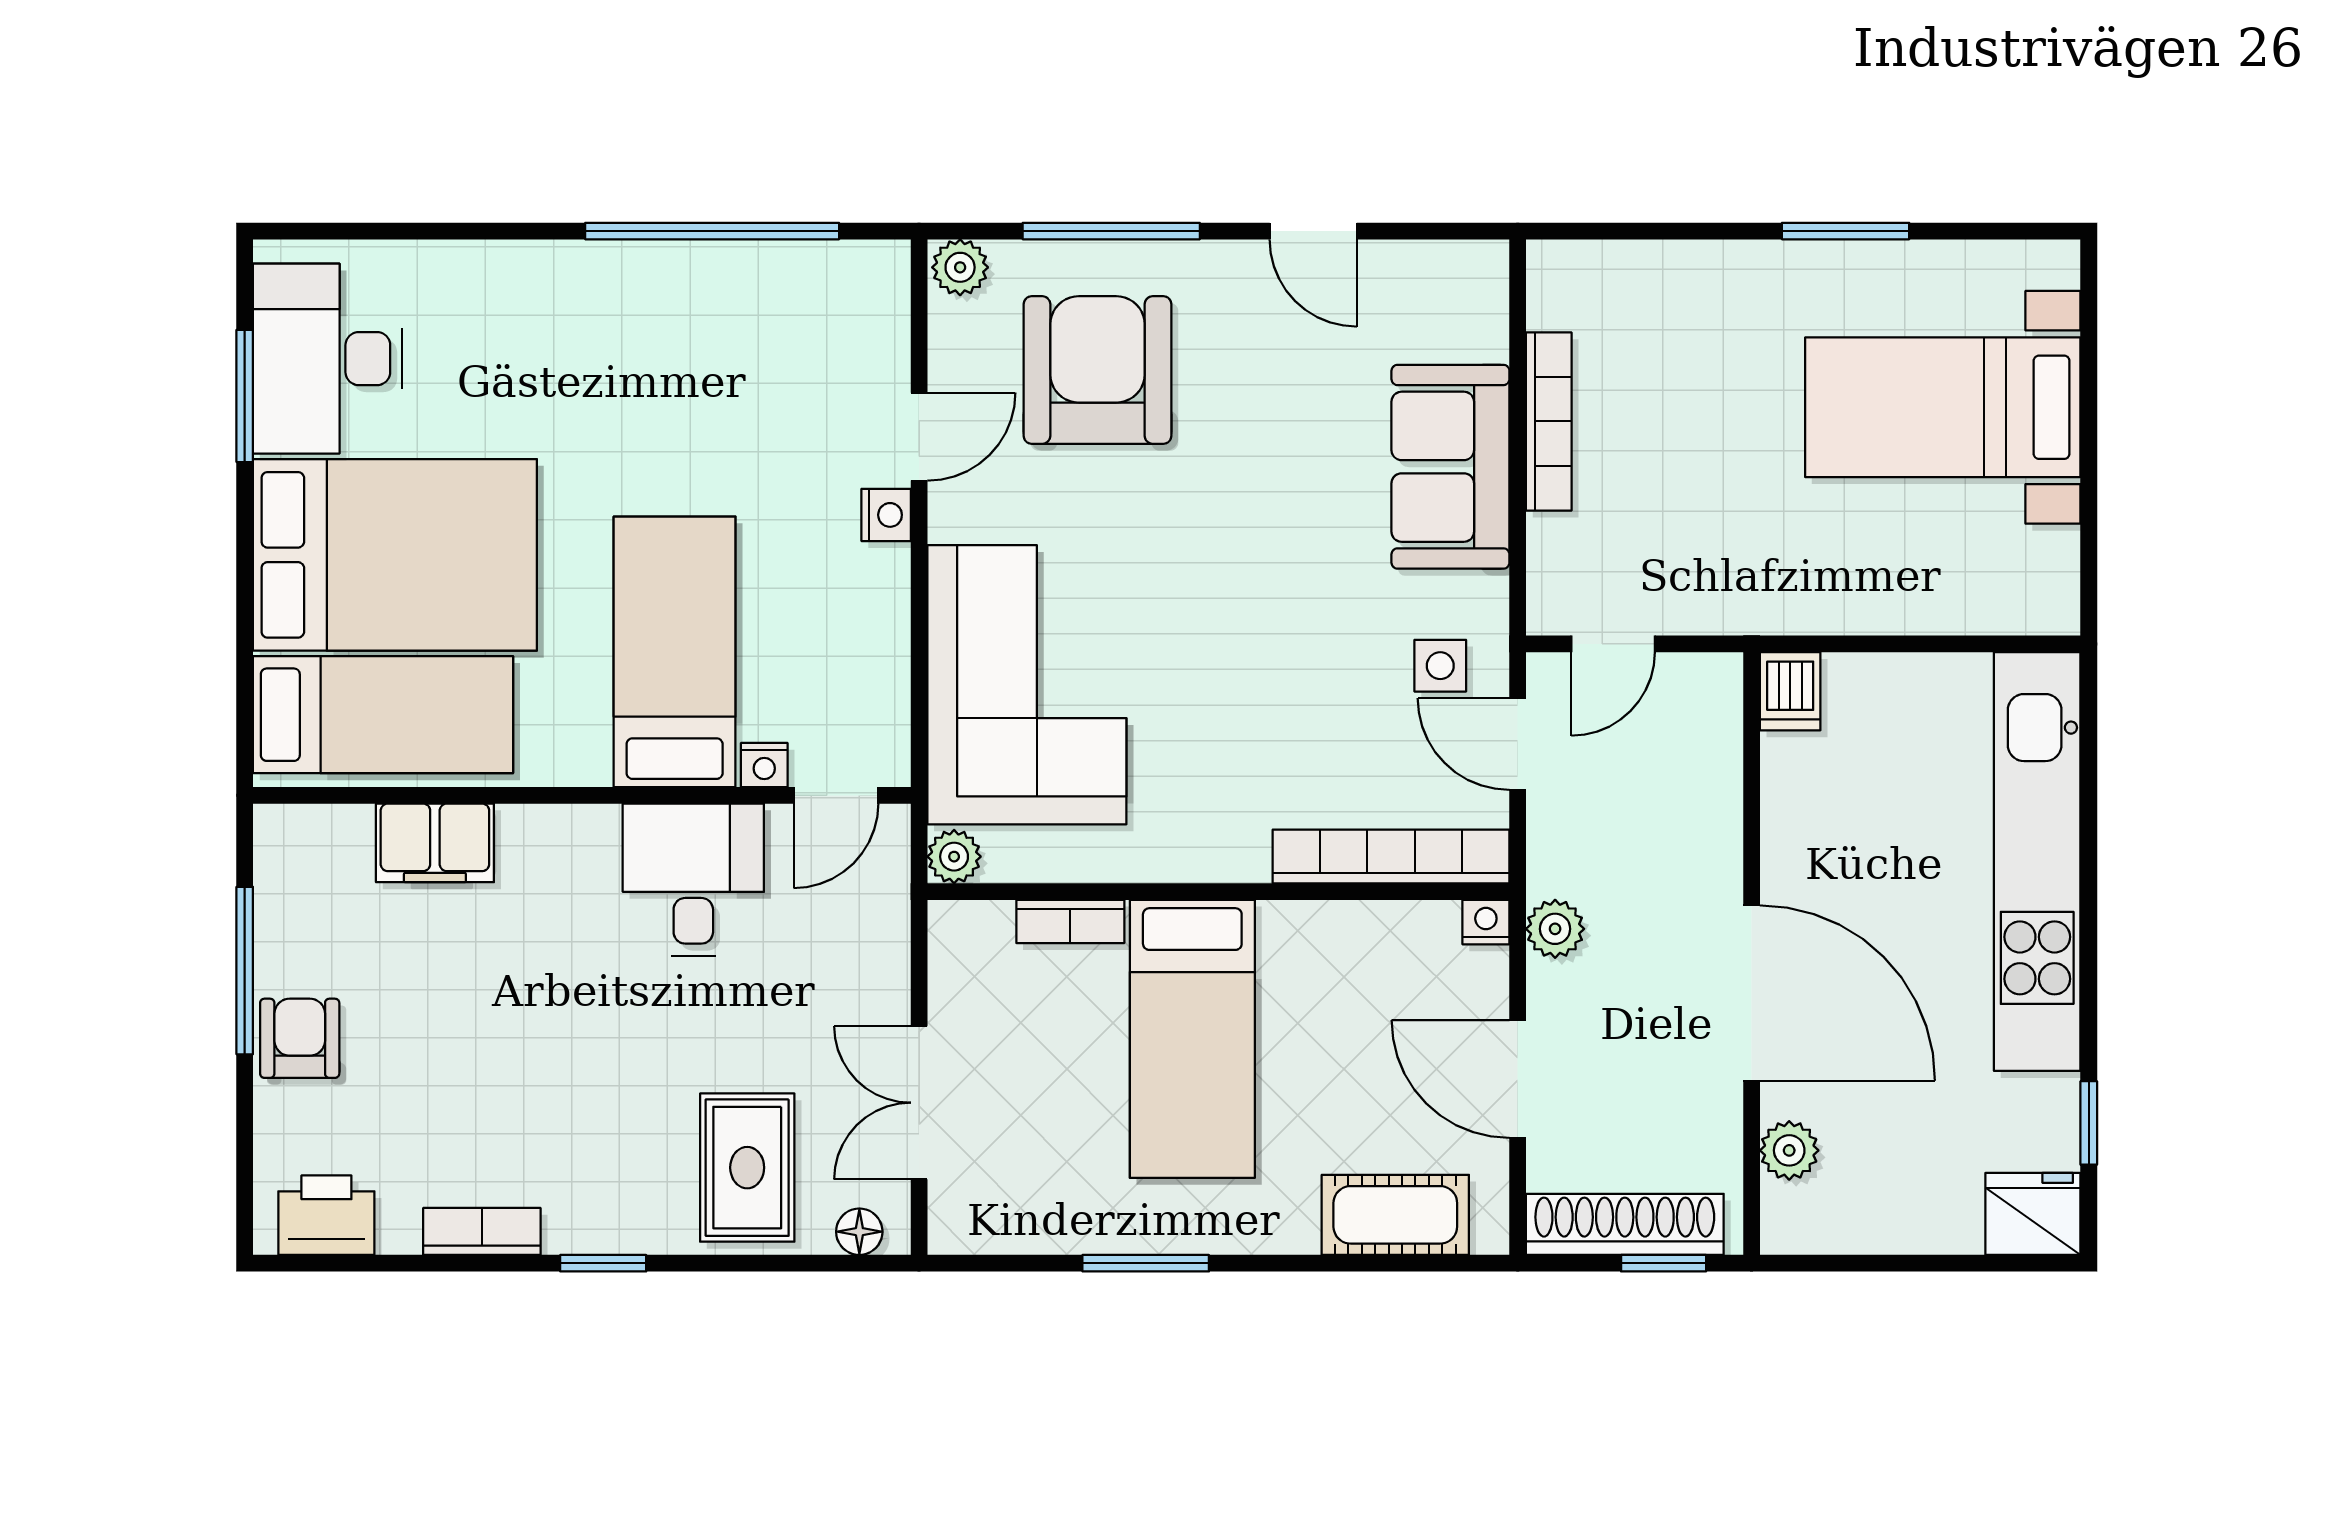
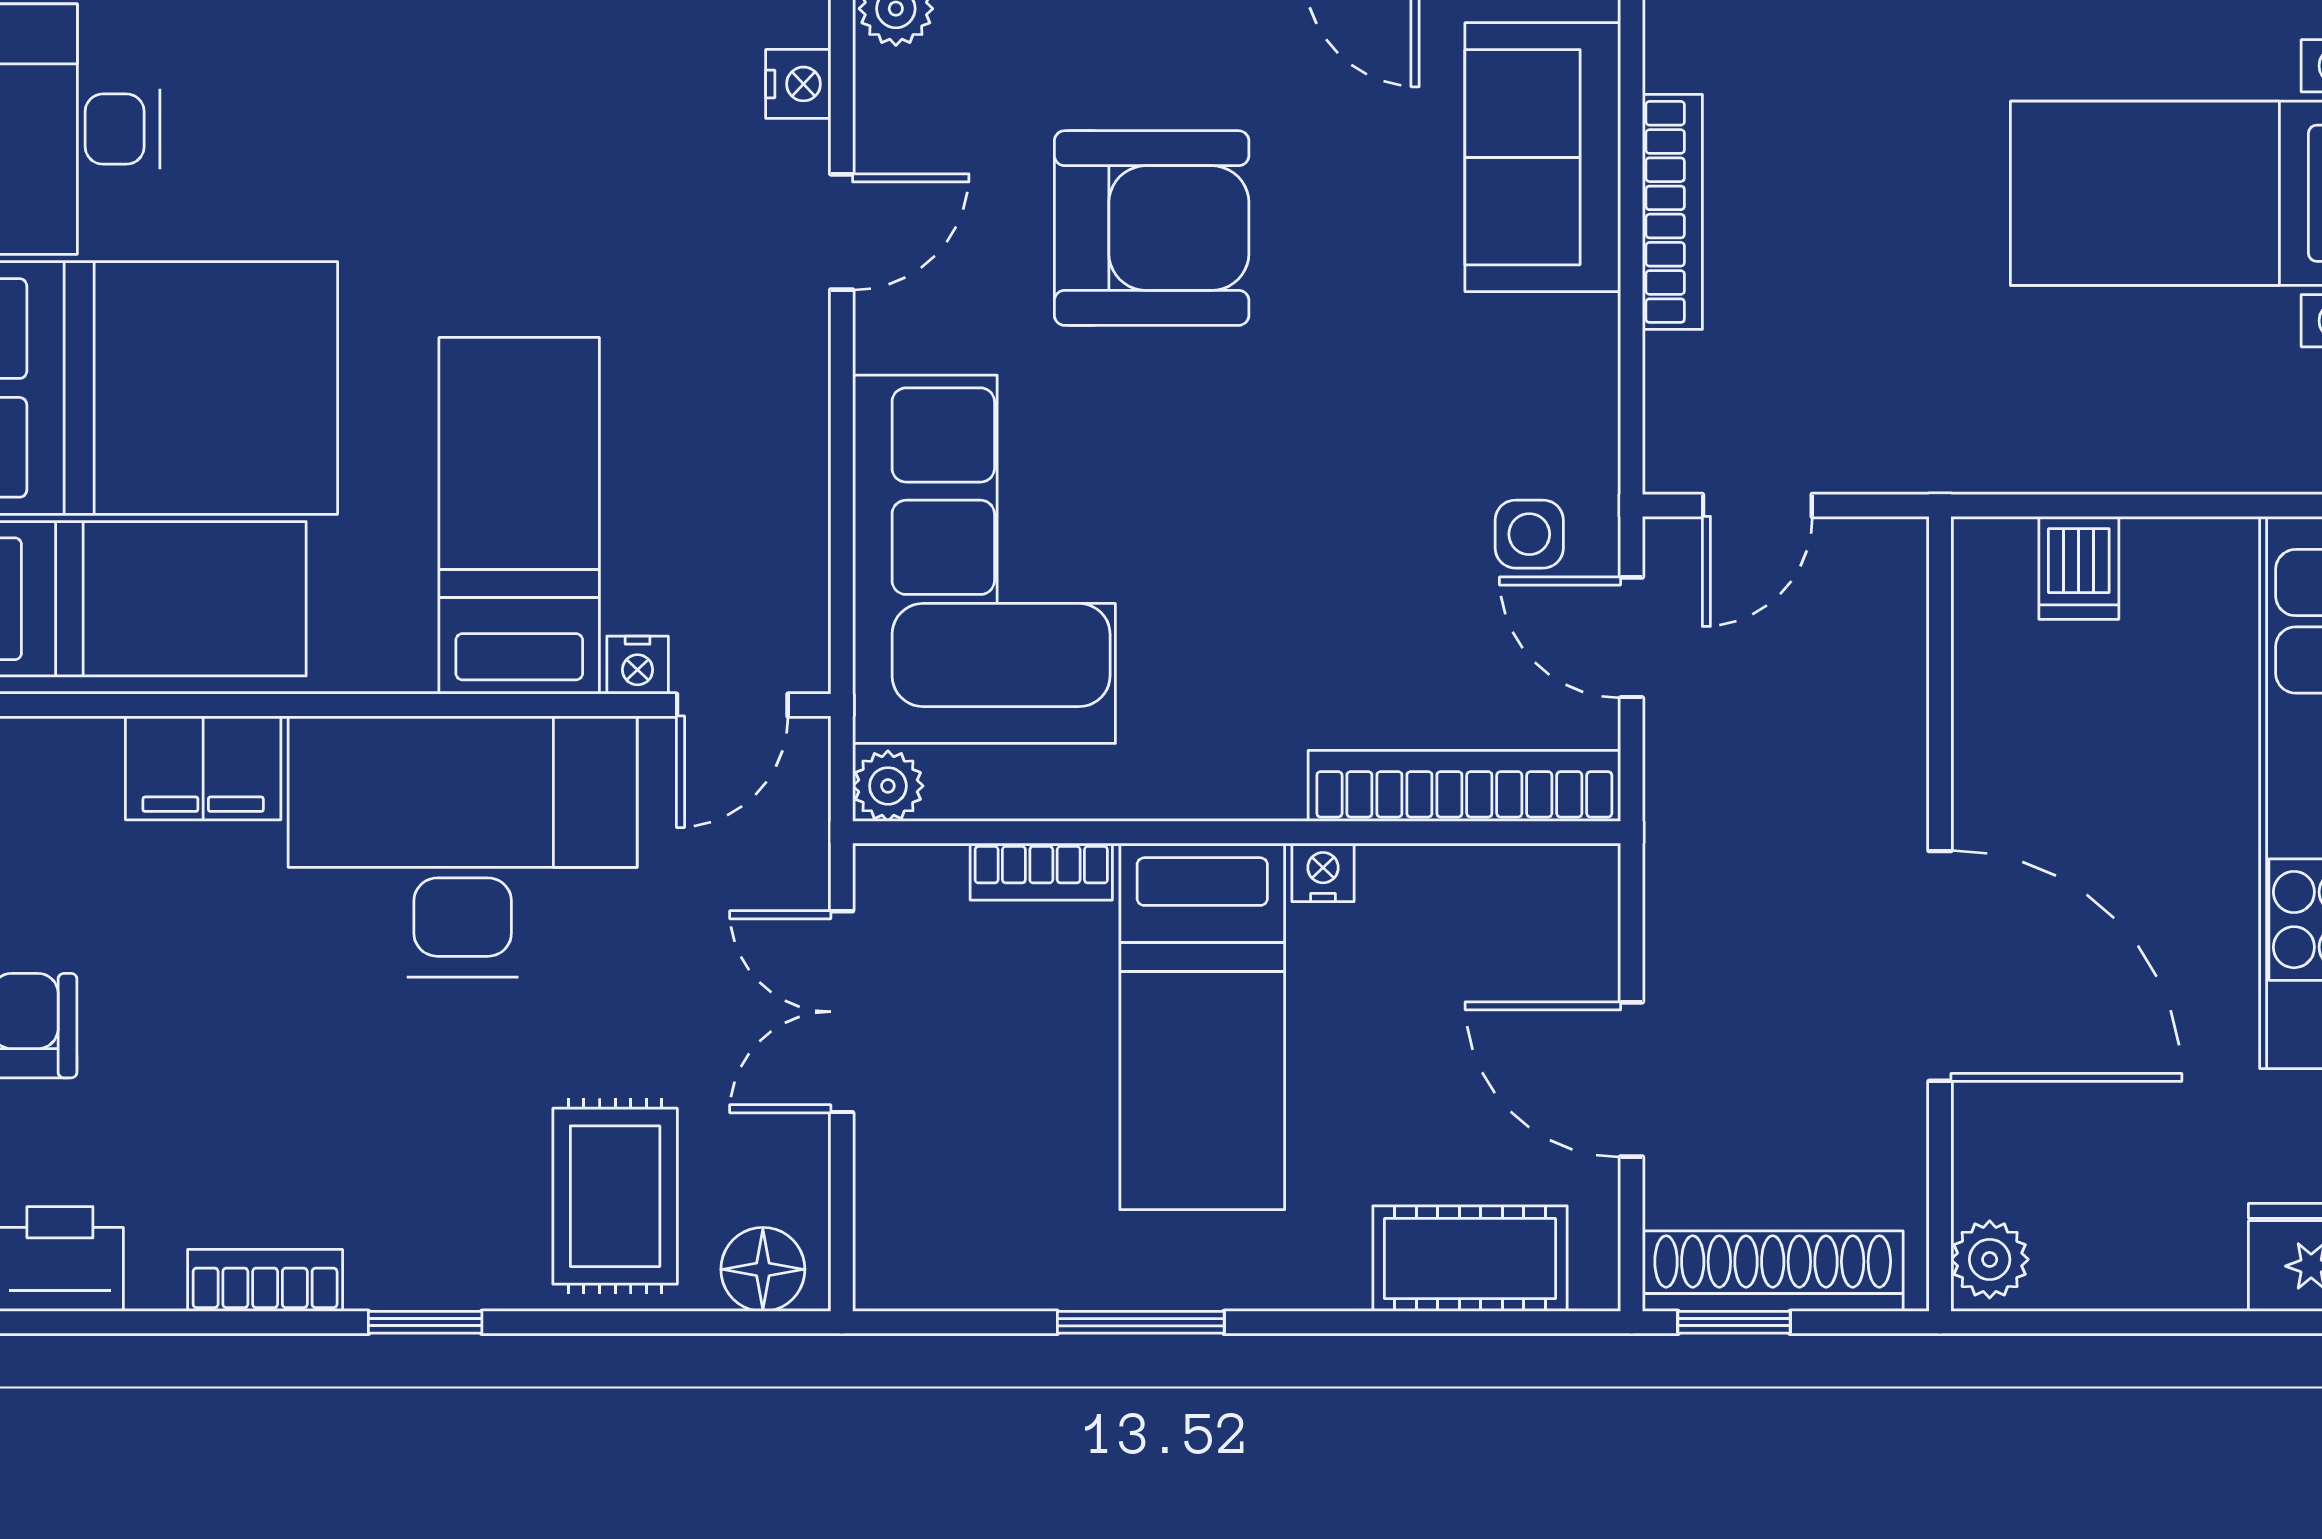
armchair: (1097, 370) -> (1152, 228), moved, turned 90
sofa: (1450, 467) -> (1543, 157), moved
nightstand: (886, 515) -> (798, 84), moved
dishwasher: (1790, 691) -> (2079, 568), moved
desk: (693, 880) -> (463, 847), width x1.87, depth x1.30
nightstand: (1486, 922) -> (1323, 872), moved
plant: (1555, 929) -> (1681, 881), removed
double door: (919, 1103) -> (842, 1012), moved
plant: (1789, 1150) -> (1990, 1259), moved
floor lamp: (859, 1232) -> (763, 1269), width x1.37, depth x1.37
window: (1664, 1263) -> (1734, 1322), moved

